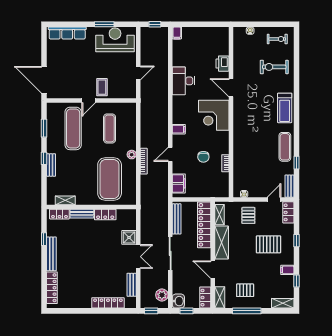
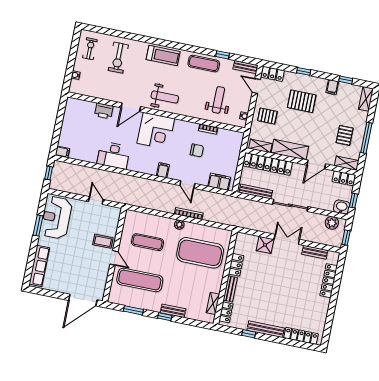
weight bench: (247, 117) -> (165, 97), added
weight bench: (254, 167) -> (218, 100), added
pallet: (268, 244) -> (302, 101), turned 90

